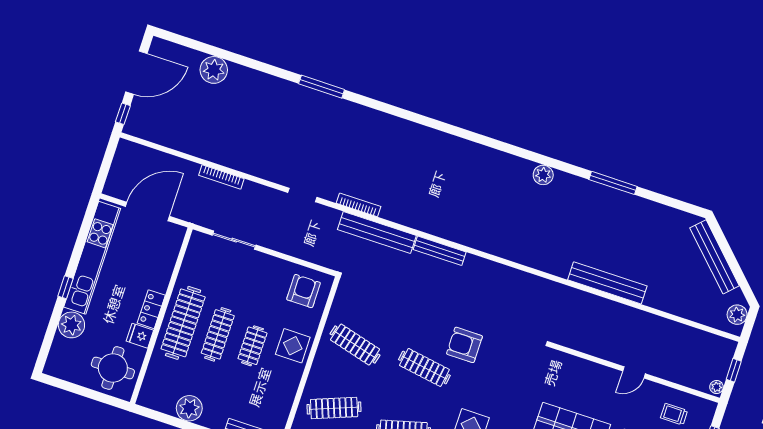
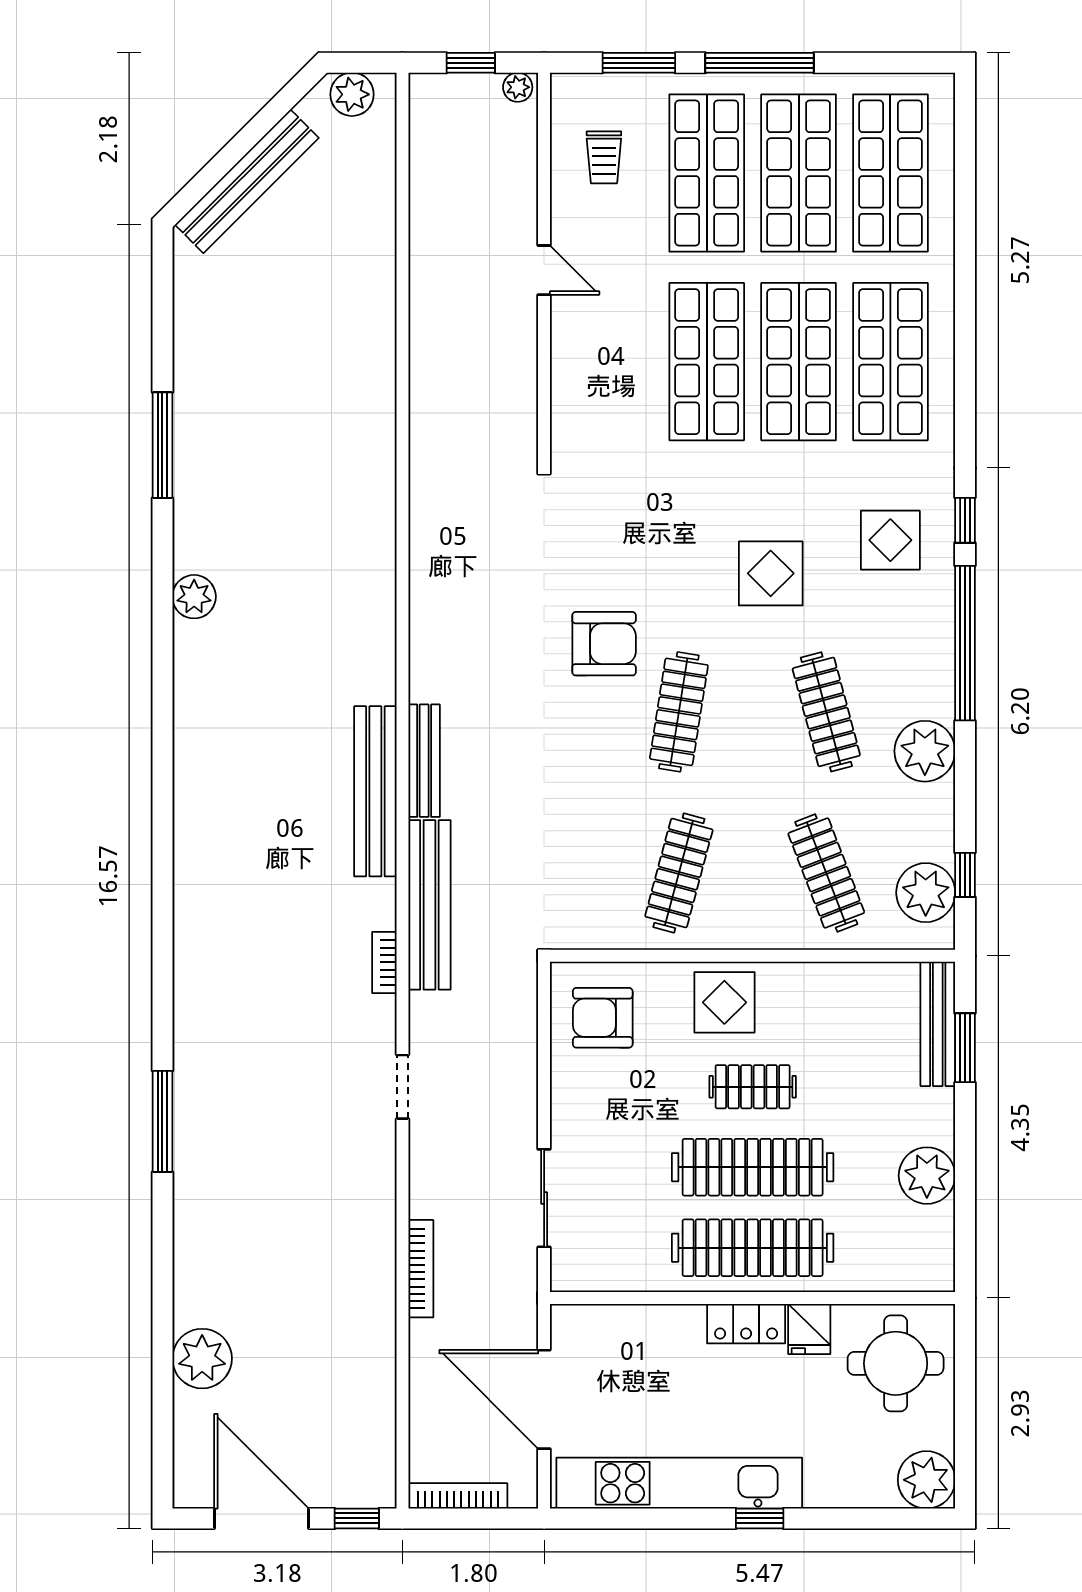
bookcase: (118, 161) -> (458, 1496), added
bookcase: (358, 205) -> (384, 962), width x0.64
bench: (607, 283) -> (375, 791), moved
plant: (71, 325) -> (926, 1480), moved
clothes rail: (218, 334) -> (753, 1167), width x1.37, depth x1.31
armchair: (464, 345) -> (604, 644), turned -90

